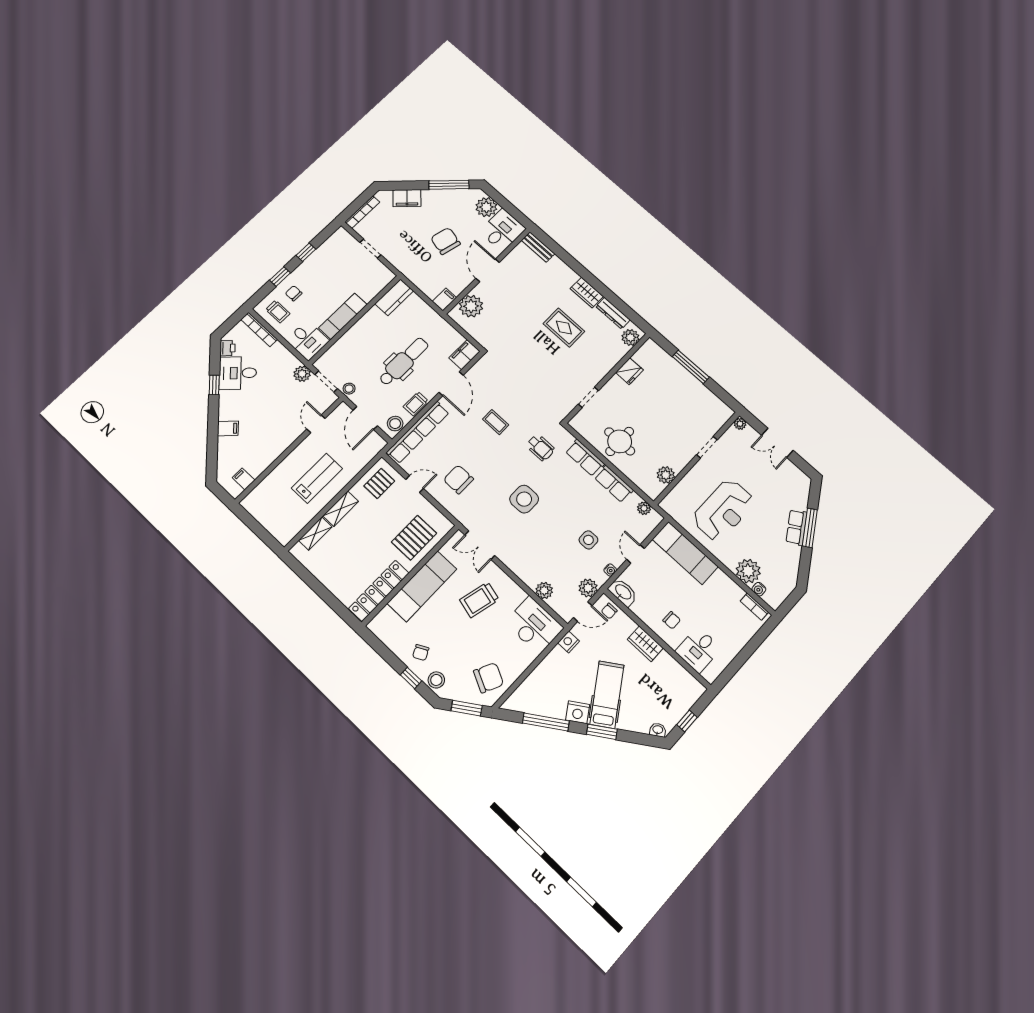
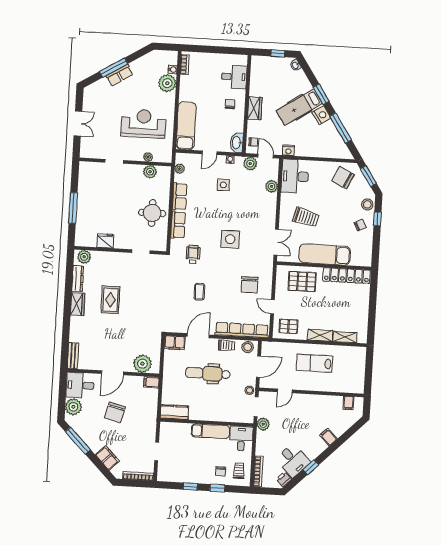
plant: (740, 424) -> (148, 157), moved

